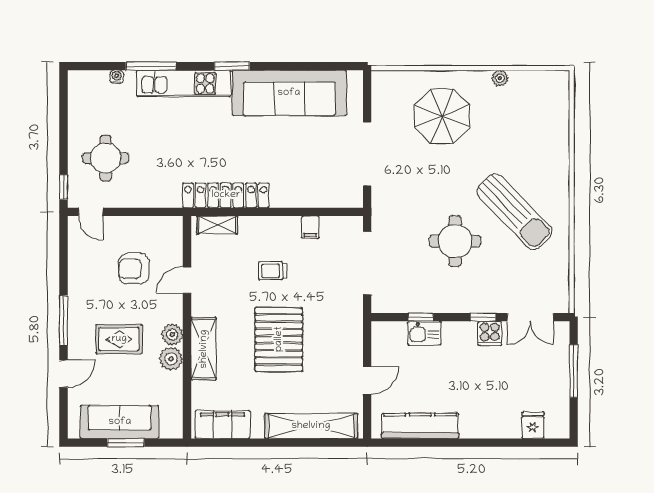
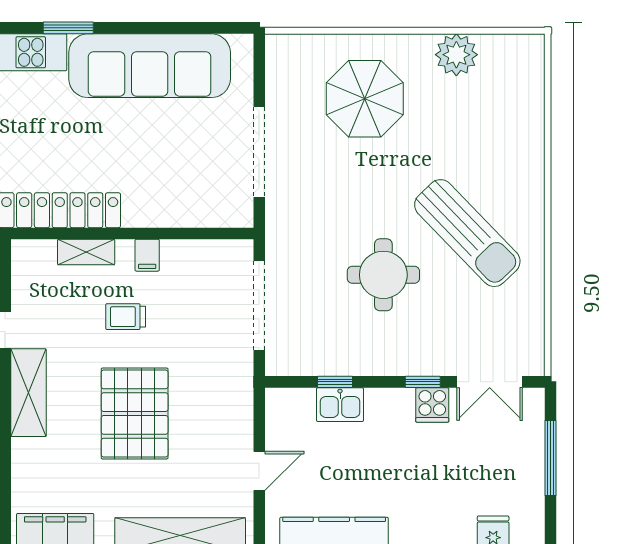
plant: (500, 78) -> (456, 55), width x1.87, depth x1.87
shelving: (217, 225) -> (86, 252), moved
filing cabinet: (310, 227) -> (147, 255), moved
shelving: (204, 349) -> (28, 393), moved

